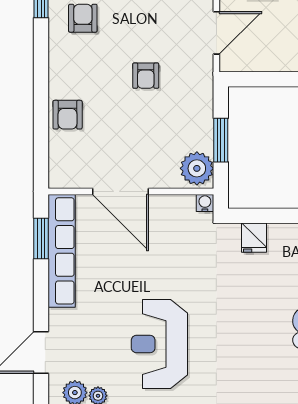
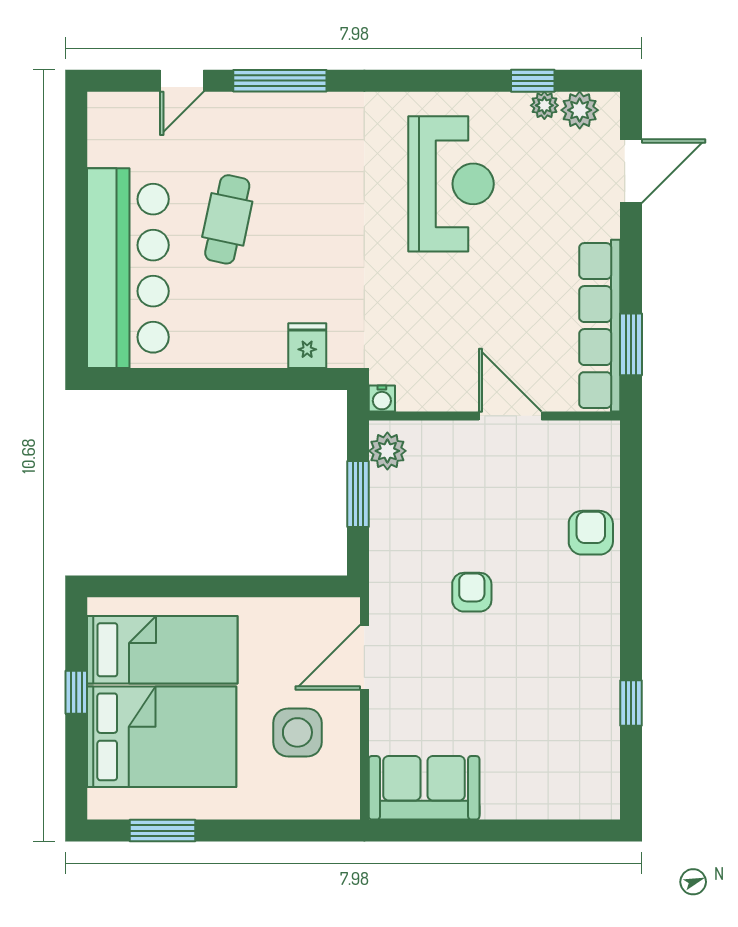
armchair: (83, 18) -> (568, 679), removed
plant: (197, 168) -> (387, 451), width x0.73, depth x0.73
door: (120, 191) -> (510, 416), width x0.73

